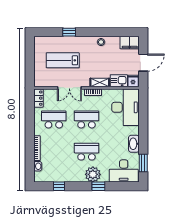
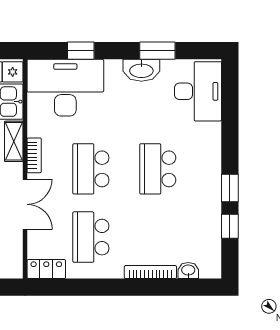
window: (143, 115) -> (81, 51), added
window: (143, 163) -> (157, 51), moved
plant: (93, 174) -> (205, 156), removed
window: (98, 186) -> (230, 188), moved

